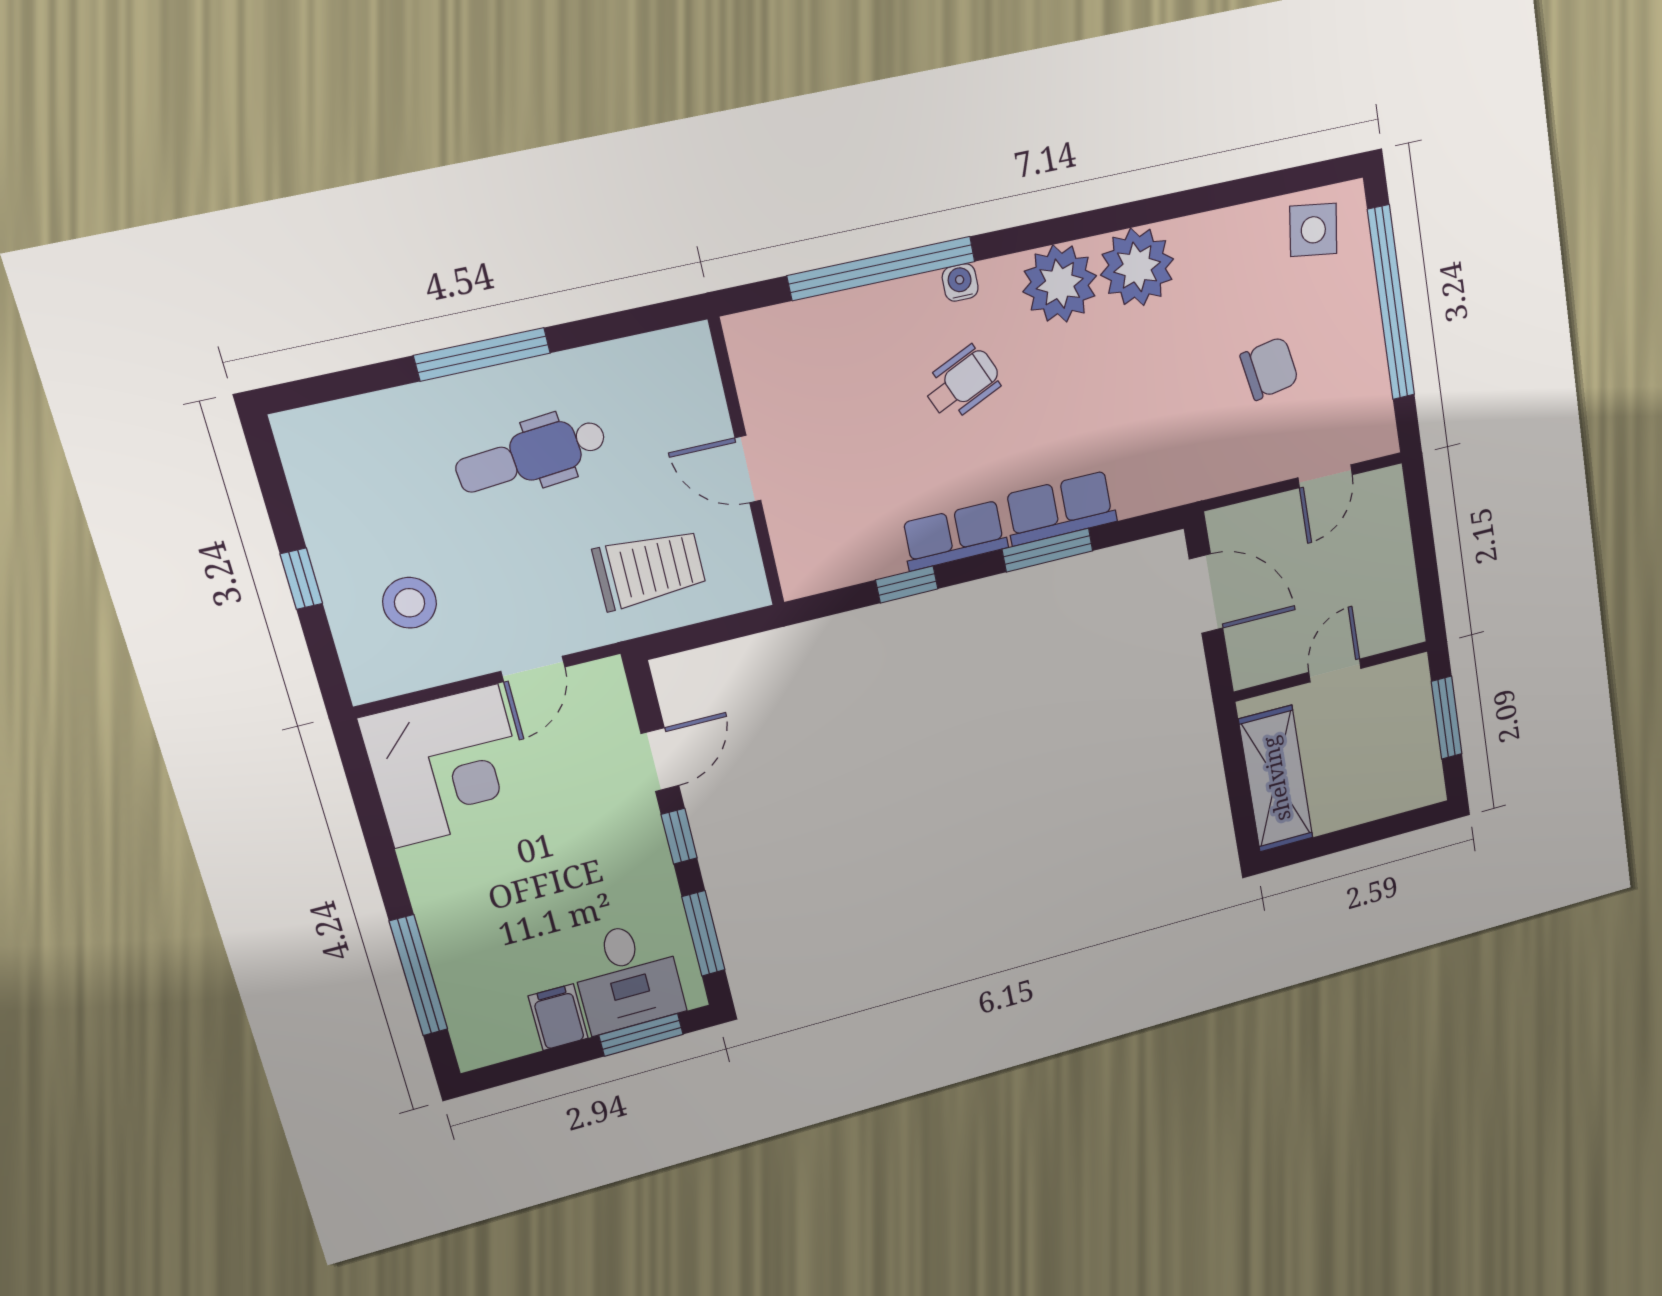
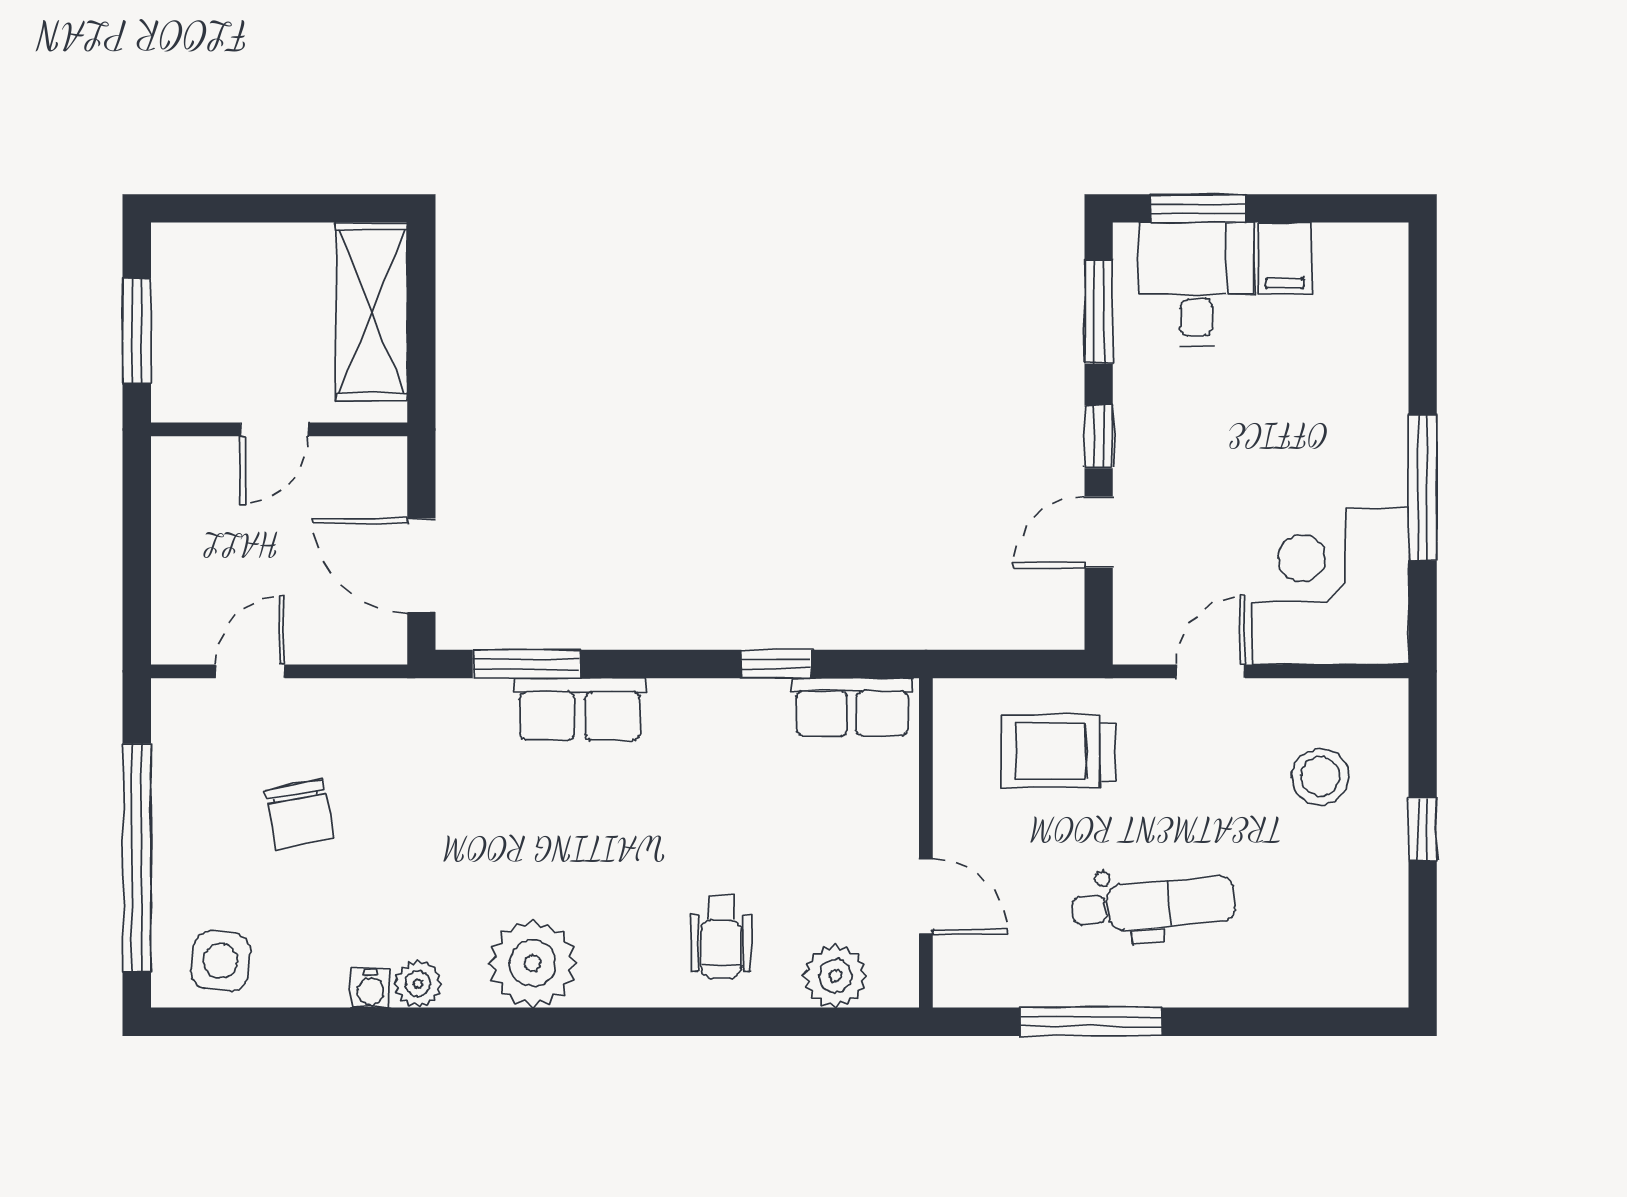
plant: (1137, 267) -> (418, 984), width x0.53, depth x0.53
window: (882, 269) -> (731, 1022), removed
water cooler: (960, 282) -> (370, 988), moved
plant: (800, 329) -> (835, 976), added
window: (482, 354) -> (1091, 1022), moved
chair: (1269, 368) -> (299, 814), turned -91
wheelchair: (962, 383) -> (721, 937), moved, turned -66
door: (748, 469) -> (926, 896), moved
row of seats: (954, 536) -> (852, 707), moved
window: (1048, 550) -> (526, 664), moved
window: (419, 975) -> (1423, 487), moved

